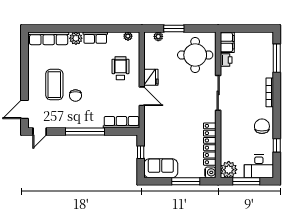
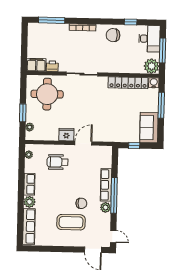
plant: (72, 122) -> (106, 207), added
row of seats: (121, 122) -> (106, 185), moved

